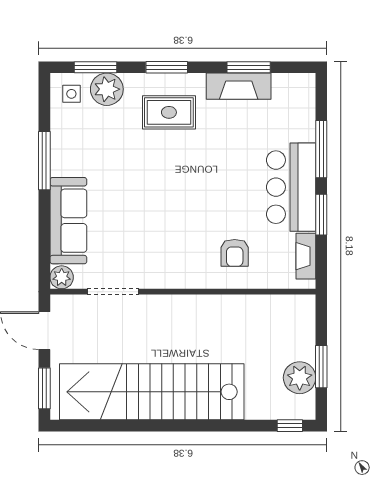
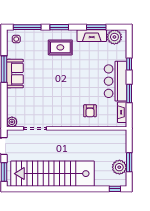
window: (96, 67) -> (27, 27), width x1.44
plant: (107, 89) -> (114, 37), moved
window: (321, 149) -> (129, 64), width x0.46
sofa: (68, 221) -> (15, 74), moved, width x0.73

